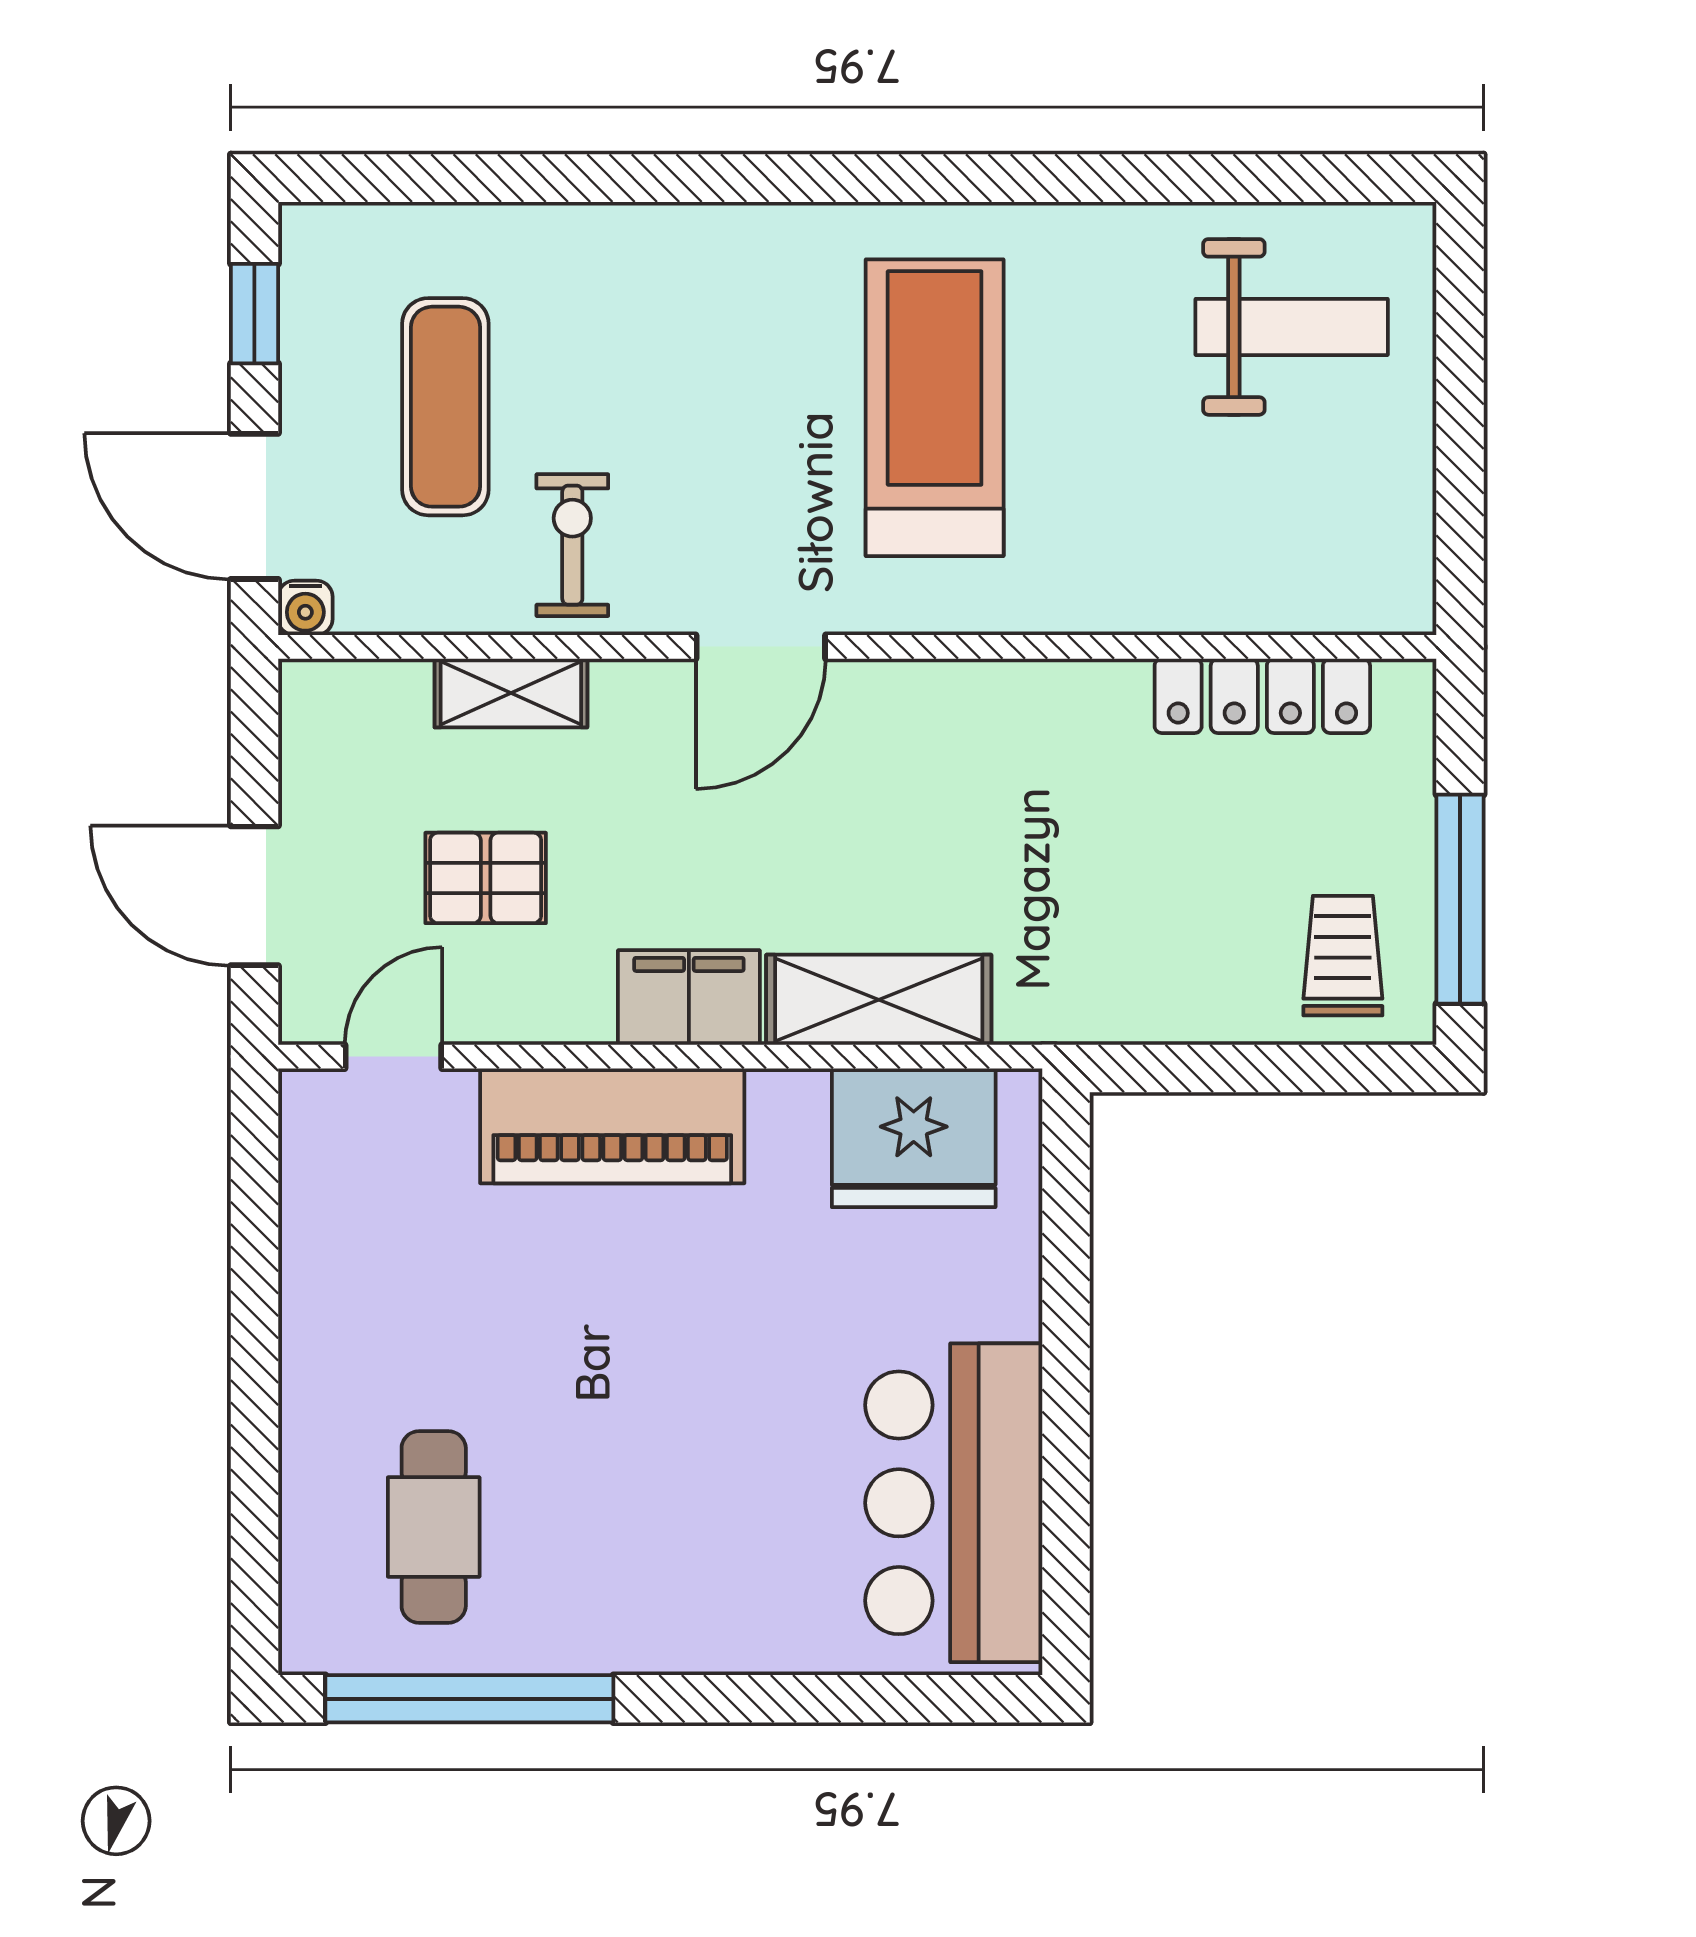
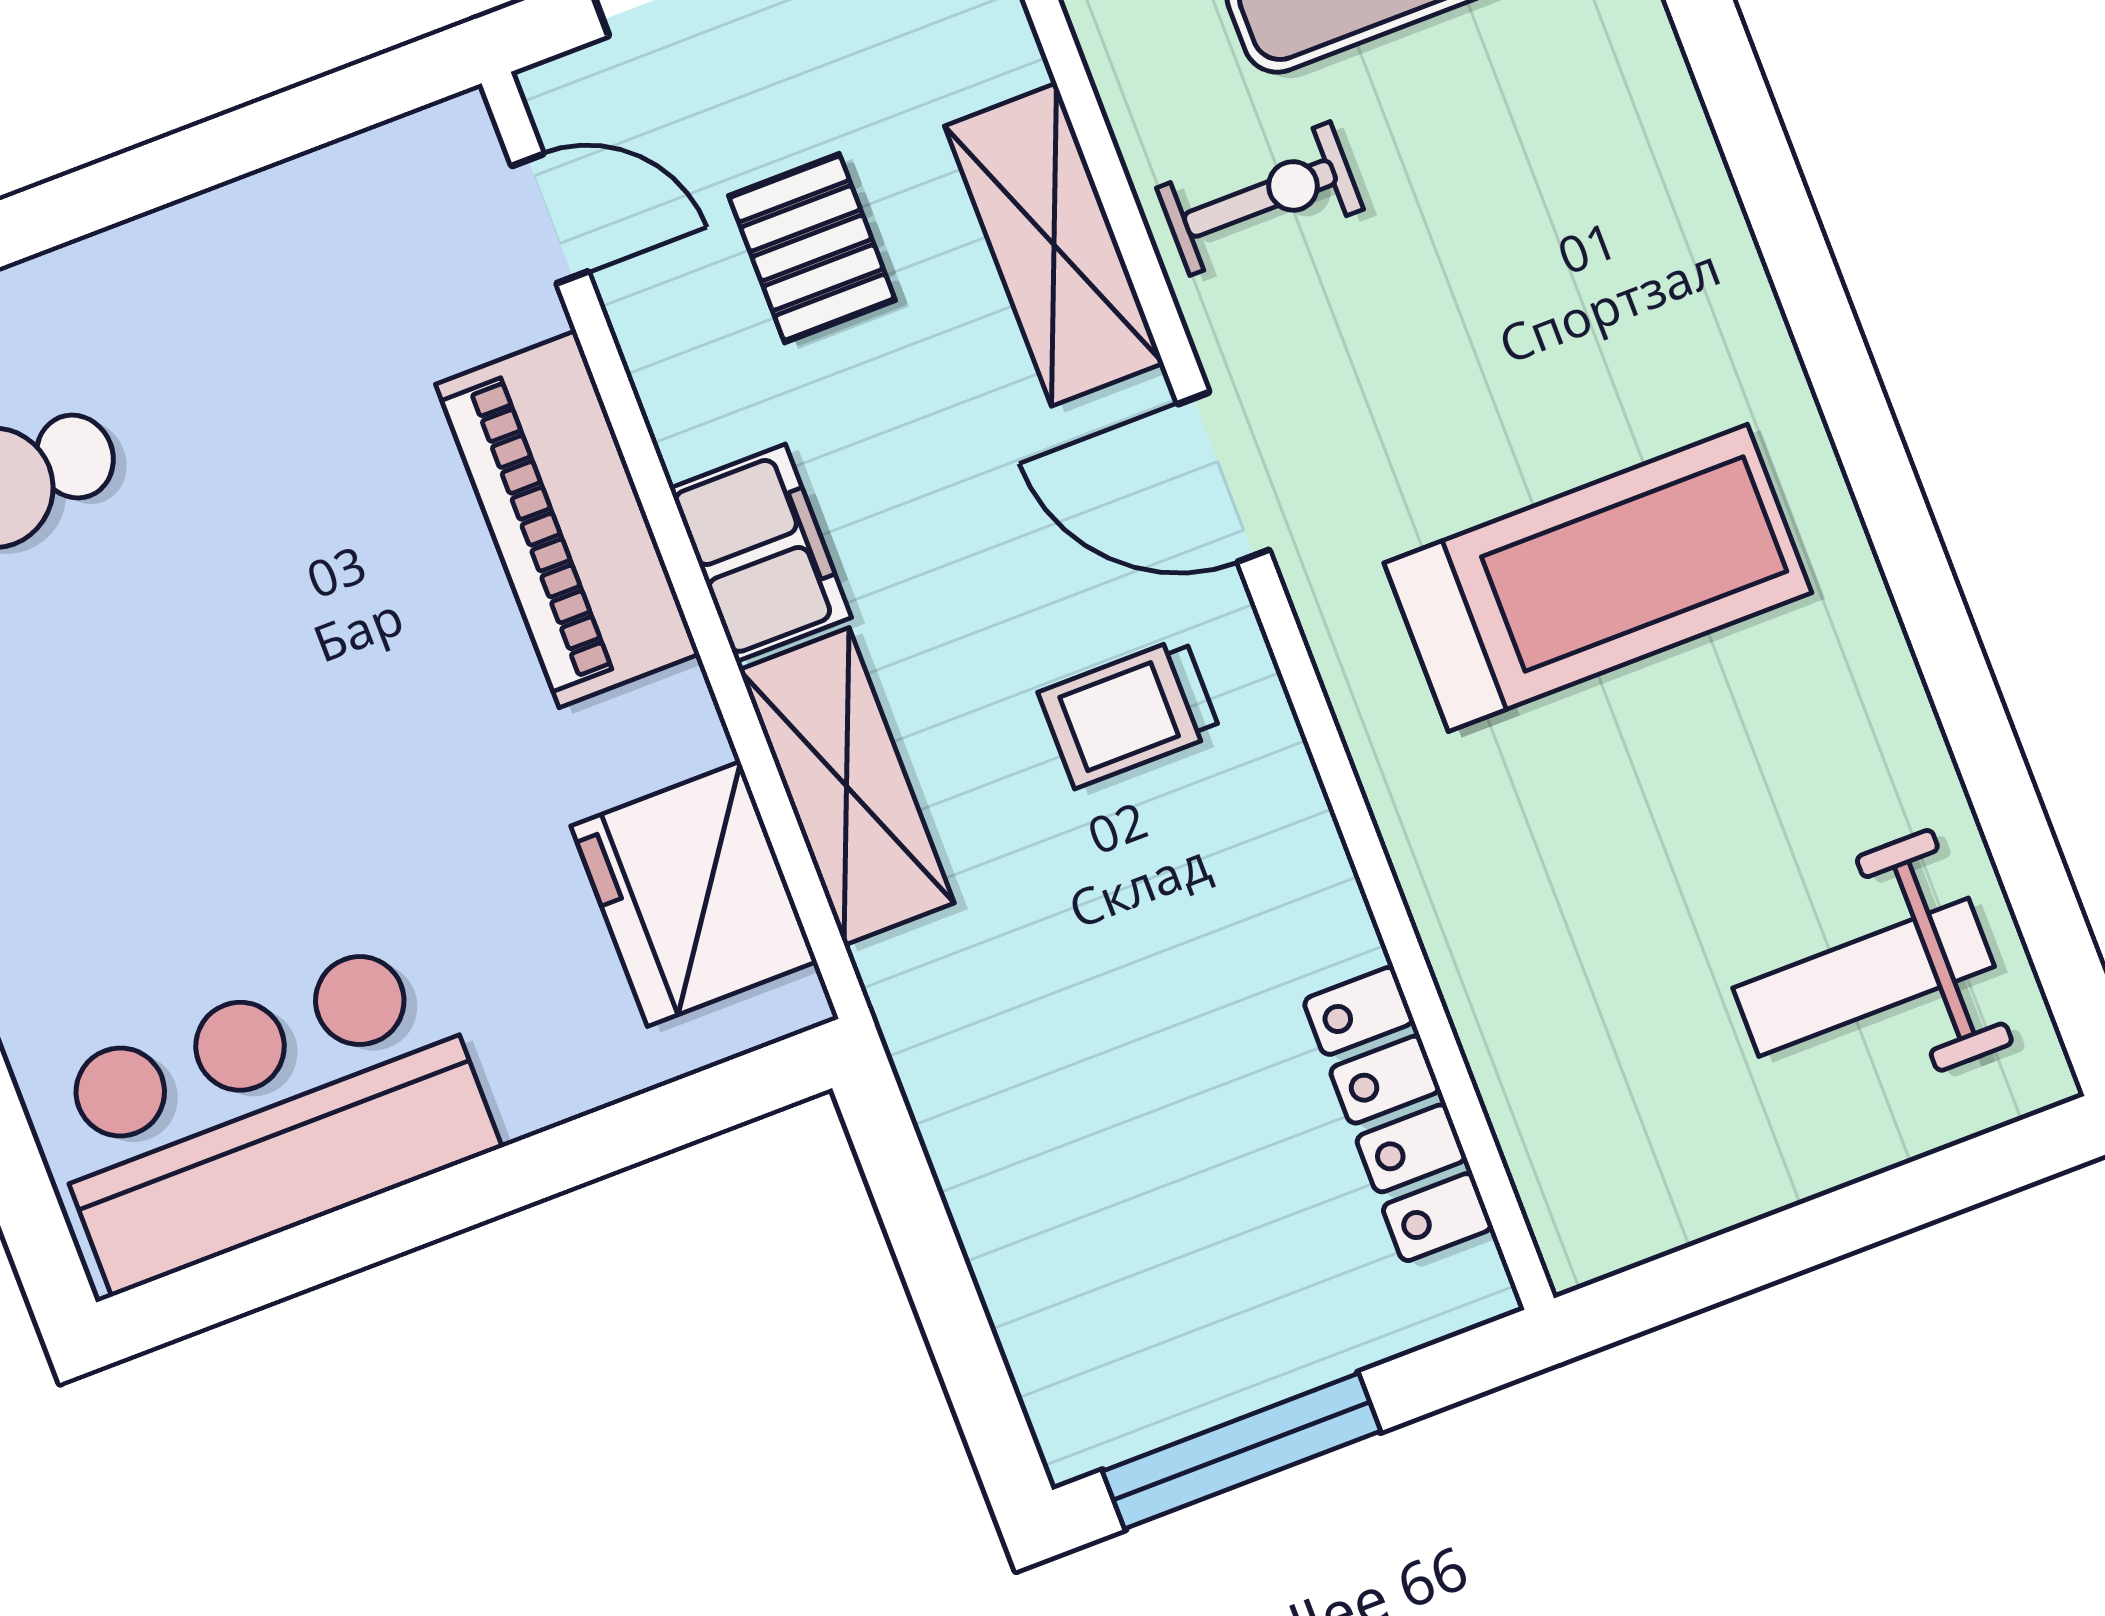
weight bench: (1292, 327) -> (1864, 977), turned 90
shelving: (511, 693) -> (1054, 245), width x1.50, depth x1.33
trolley: (1343, 956) -> (1129, 713), moved, turned 180

